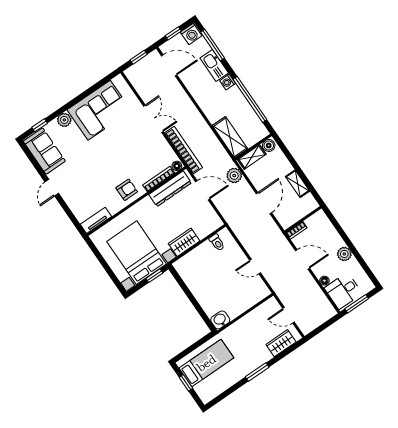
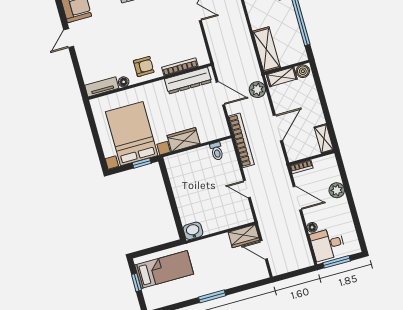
bookcase: (184, 150) -> (241, 140), moved
floor lamp: (177, 166) -> (124, 82), moved
shelving: (298, 184) -> (324, 139), moved
plant: (344, 254) -> (337, 190), moved
wardrobe: (281, 343) -> (244, 236), moved, turned 180

